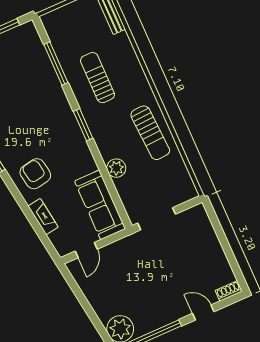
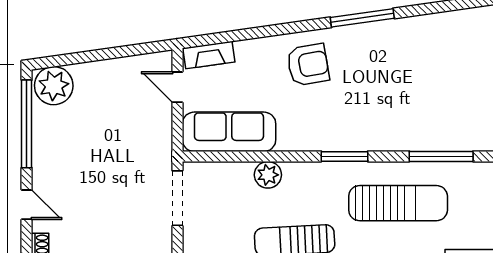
sun lounger: (98, 78) -> (398, 203), width x1.36, depth x1.34
fireplace: (43, 217) -> (209, 55), moved
door: (203, 312) -> (27, 205), hinge flipped

